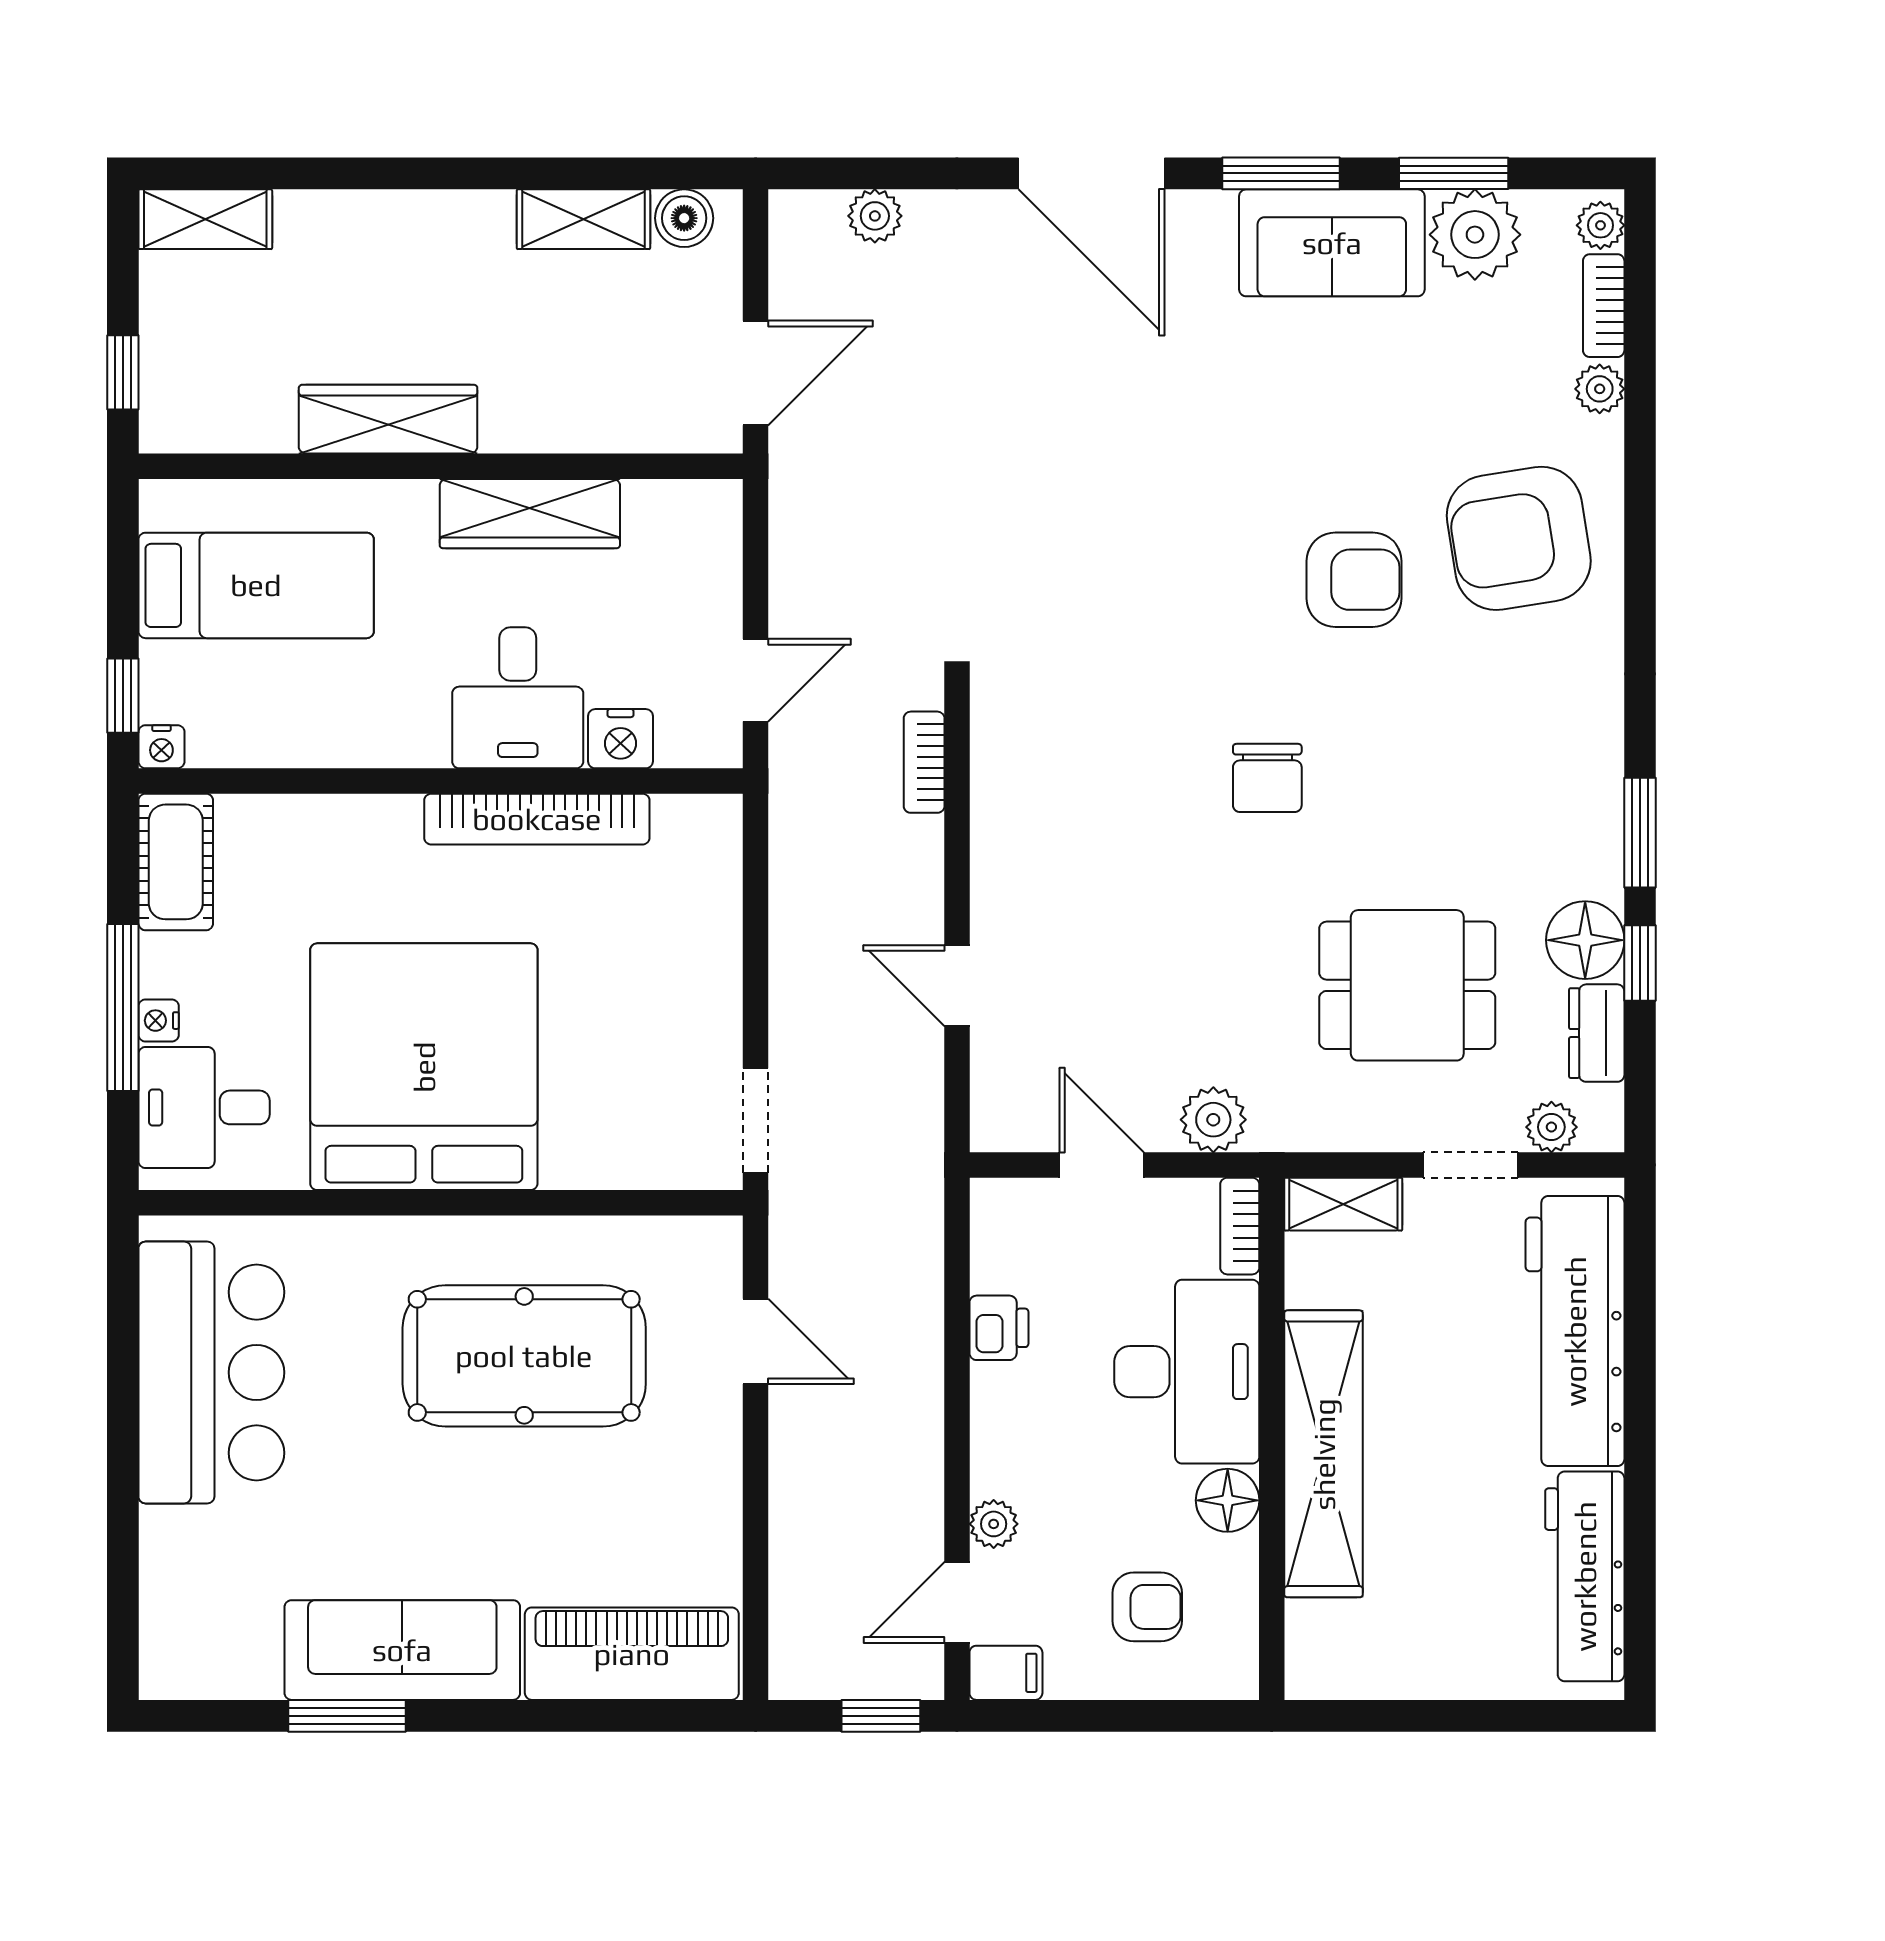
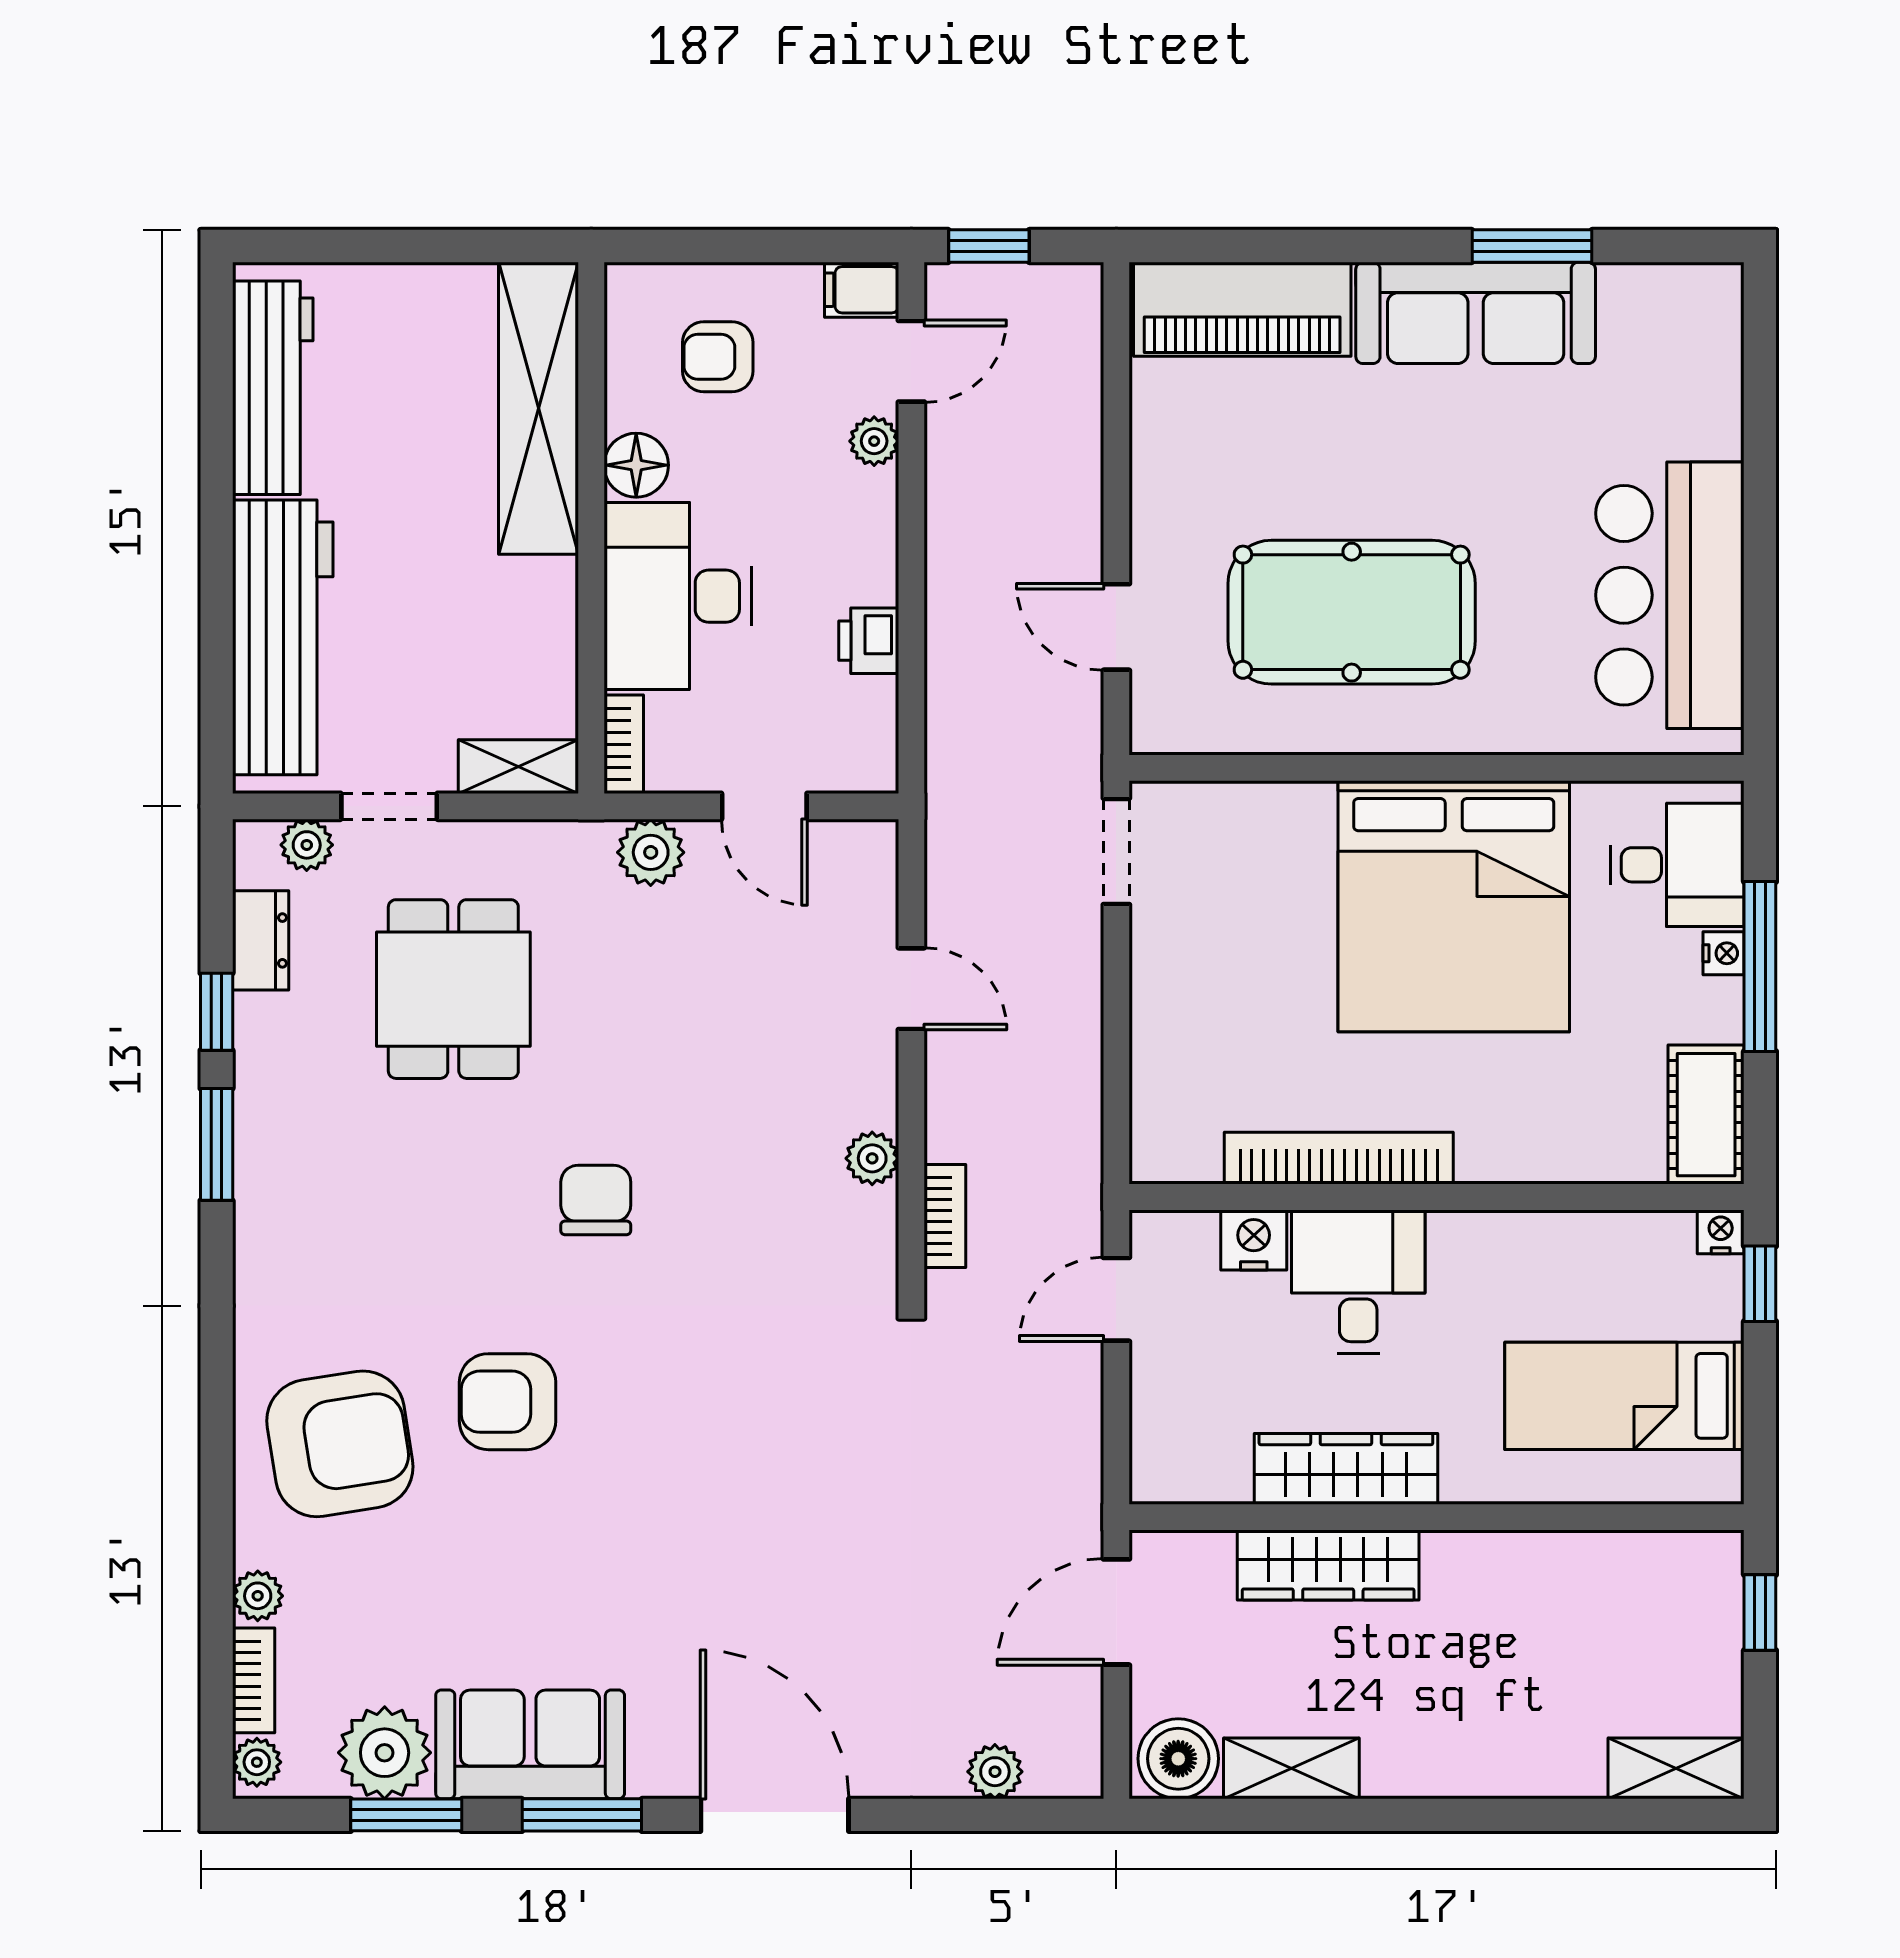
boiler: (684, 218) -> (1178, 1759), width x1.36, depth x1.36
wardrobe: (388, 419) -> (1328, 1565), moved
plant: (996, 819) -> (872, 1158), added
floor lamp: (1585, 940) -> (272, 1035), removed
dining table: (1407, 985) -> (453, 989), turned 90
shelving: (1324, 1454) -> (539, 408), moved

